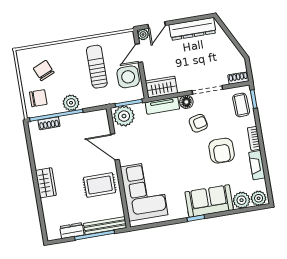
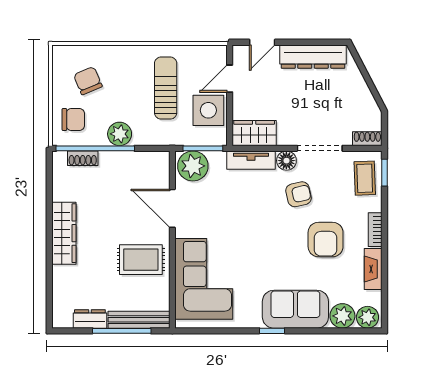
plant: (143, 35) -> (240, 53), removed
wardrobe: (46, 183) -> (64, 233), width x1.50

